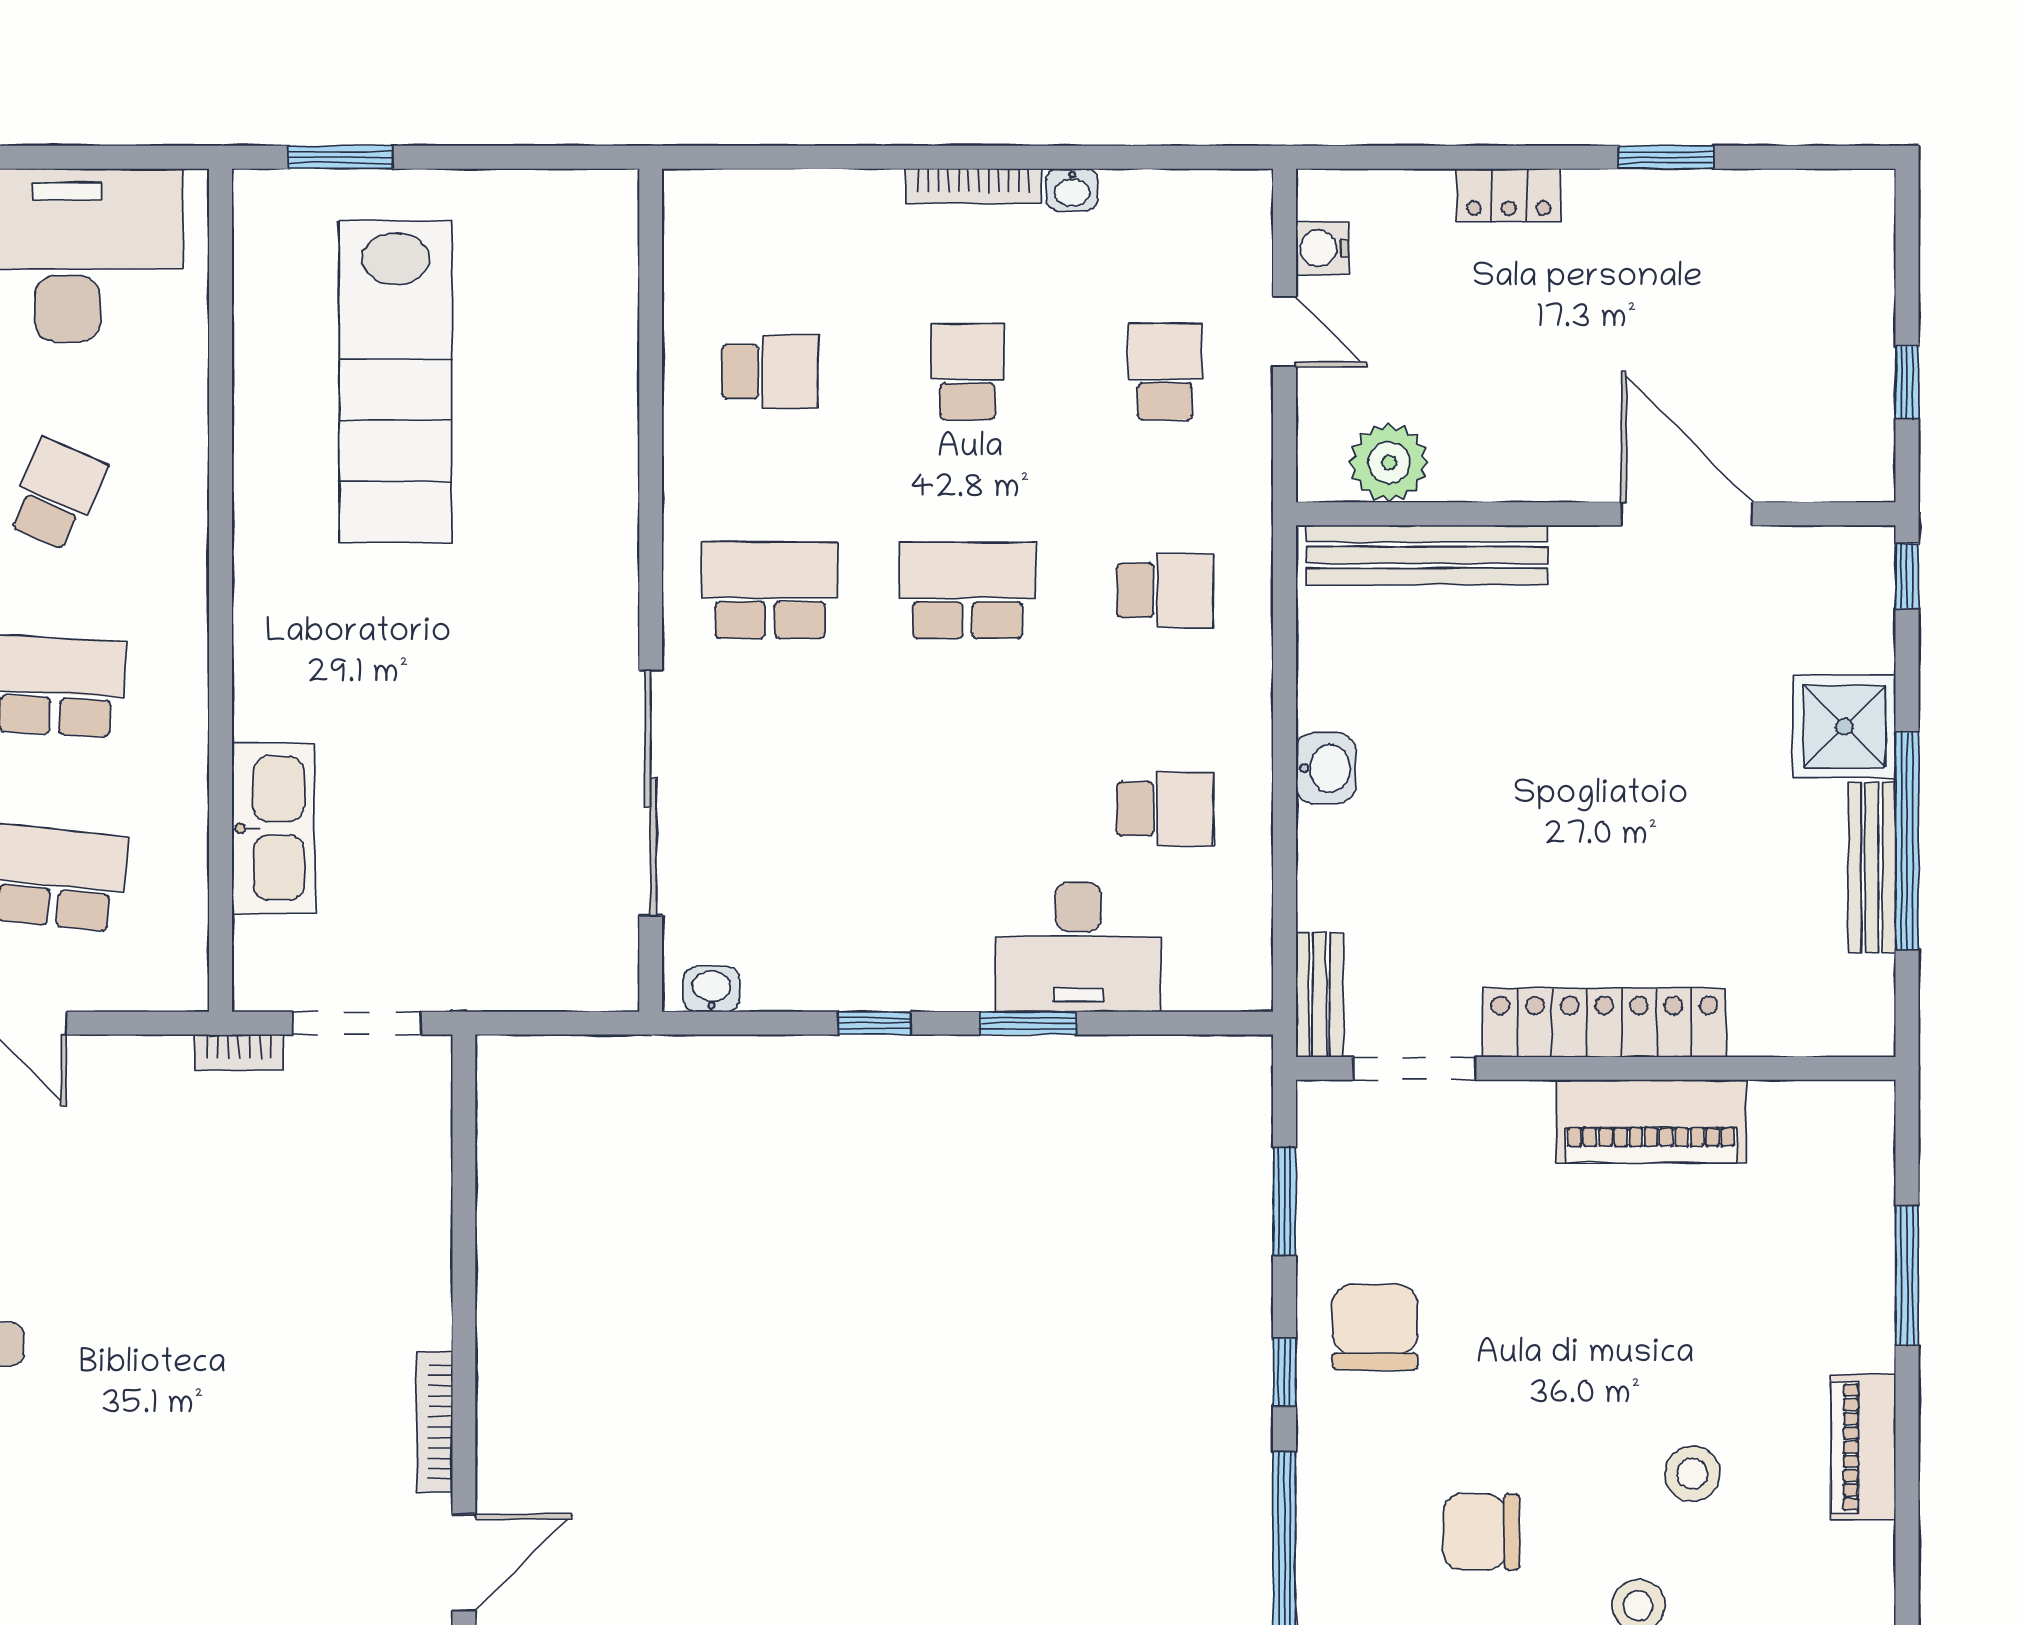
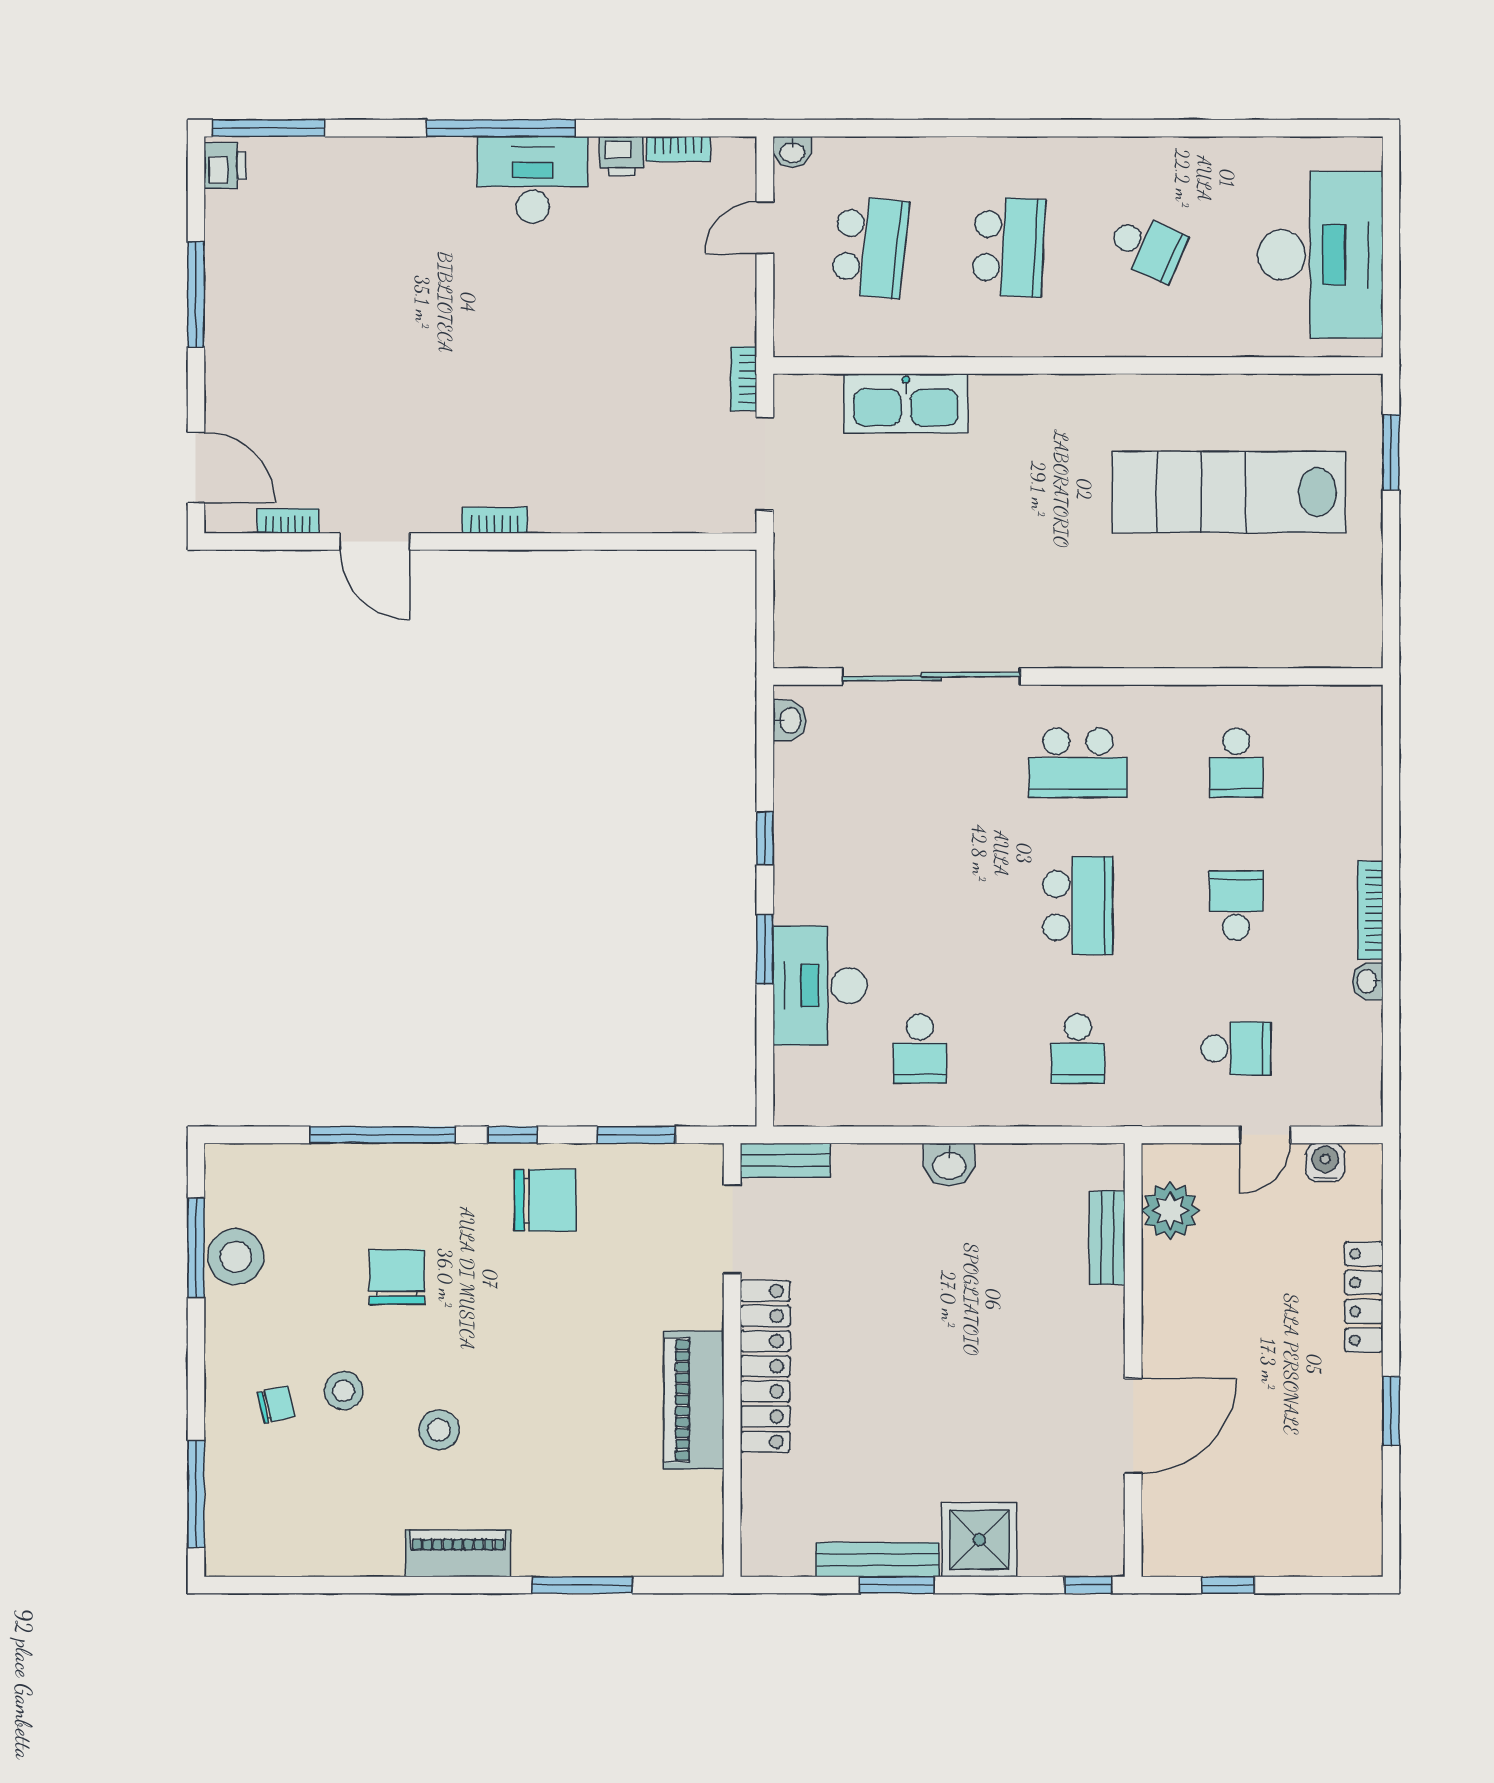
locker: (1509, 195) -> (1364, 1297), width x1.53
school desk: (968, 372) -> (1236, 906), turned -90
bench: (1427, 555) -> (1107, 1238), width x0.54, depth x0.82
school desk: (770, 590) -> (1078, 763), turned 90
window: (1907, 841) -> (897, 1585), width x0.47
bookcase: (435, 1422) -> (495, 520), width x0.64

